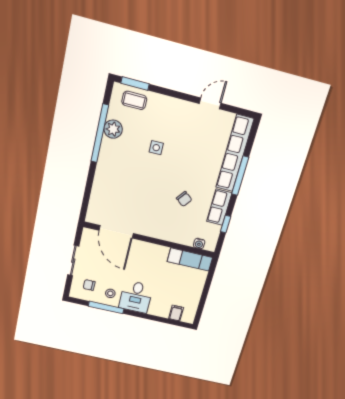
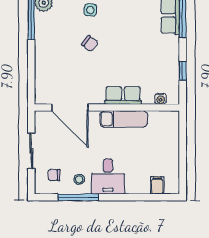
chair: (184, 199) -> (90, 44), moved
row of seats: (219, 207) -> (123, 96), moved, turned 90
exam couch: (190, 259) -> (124, 119), moved

